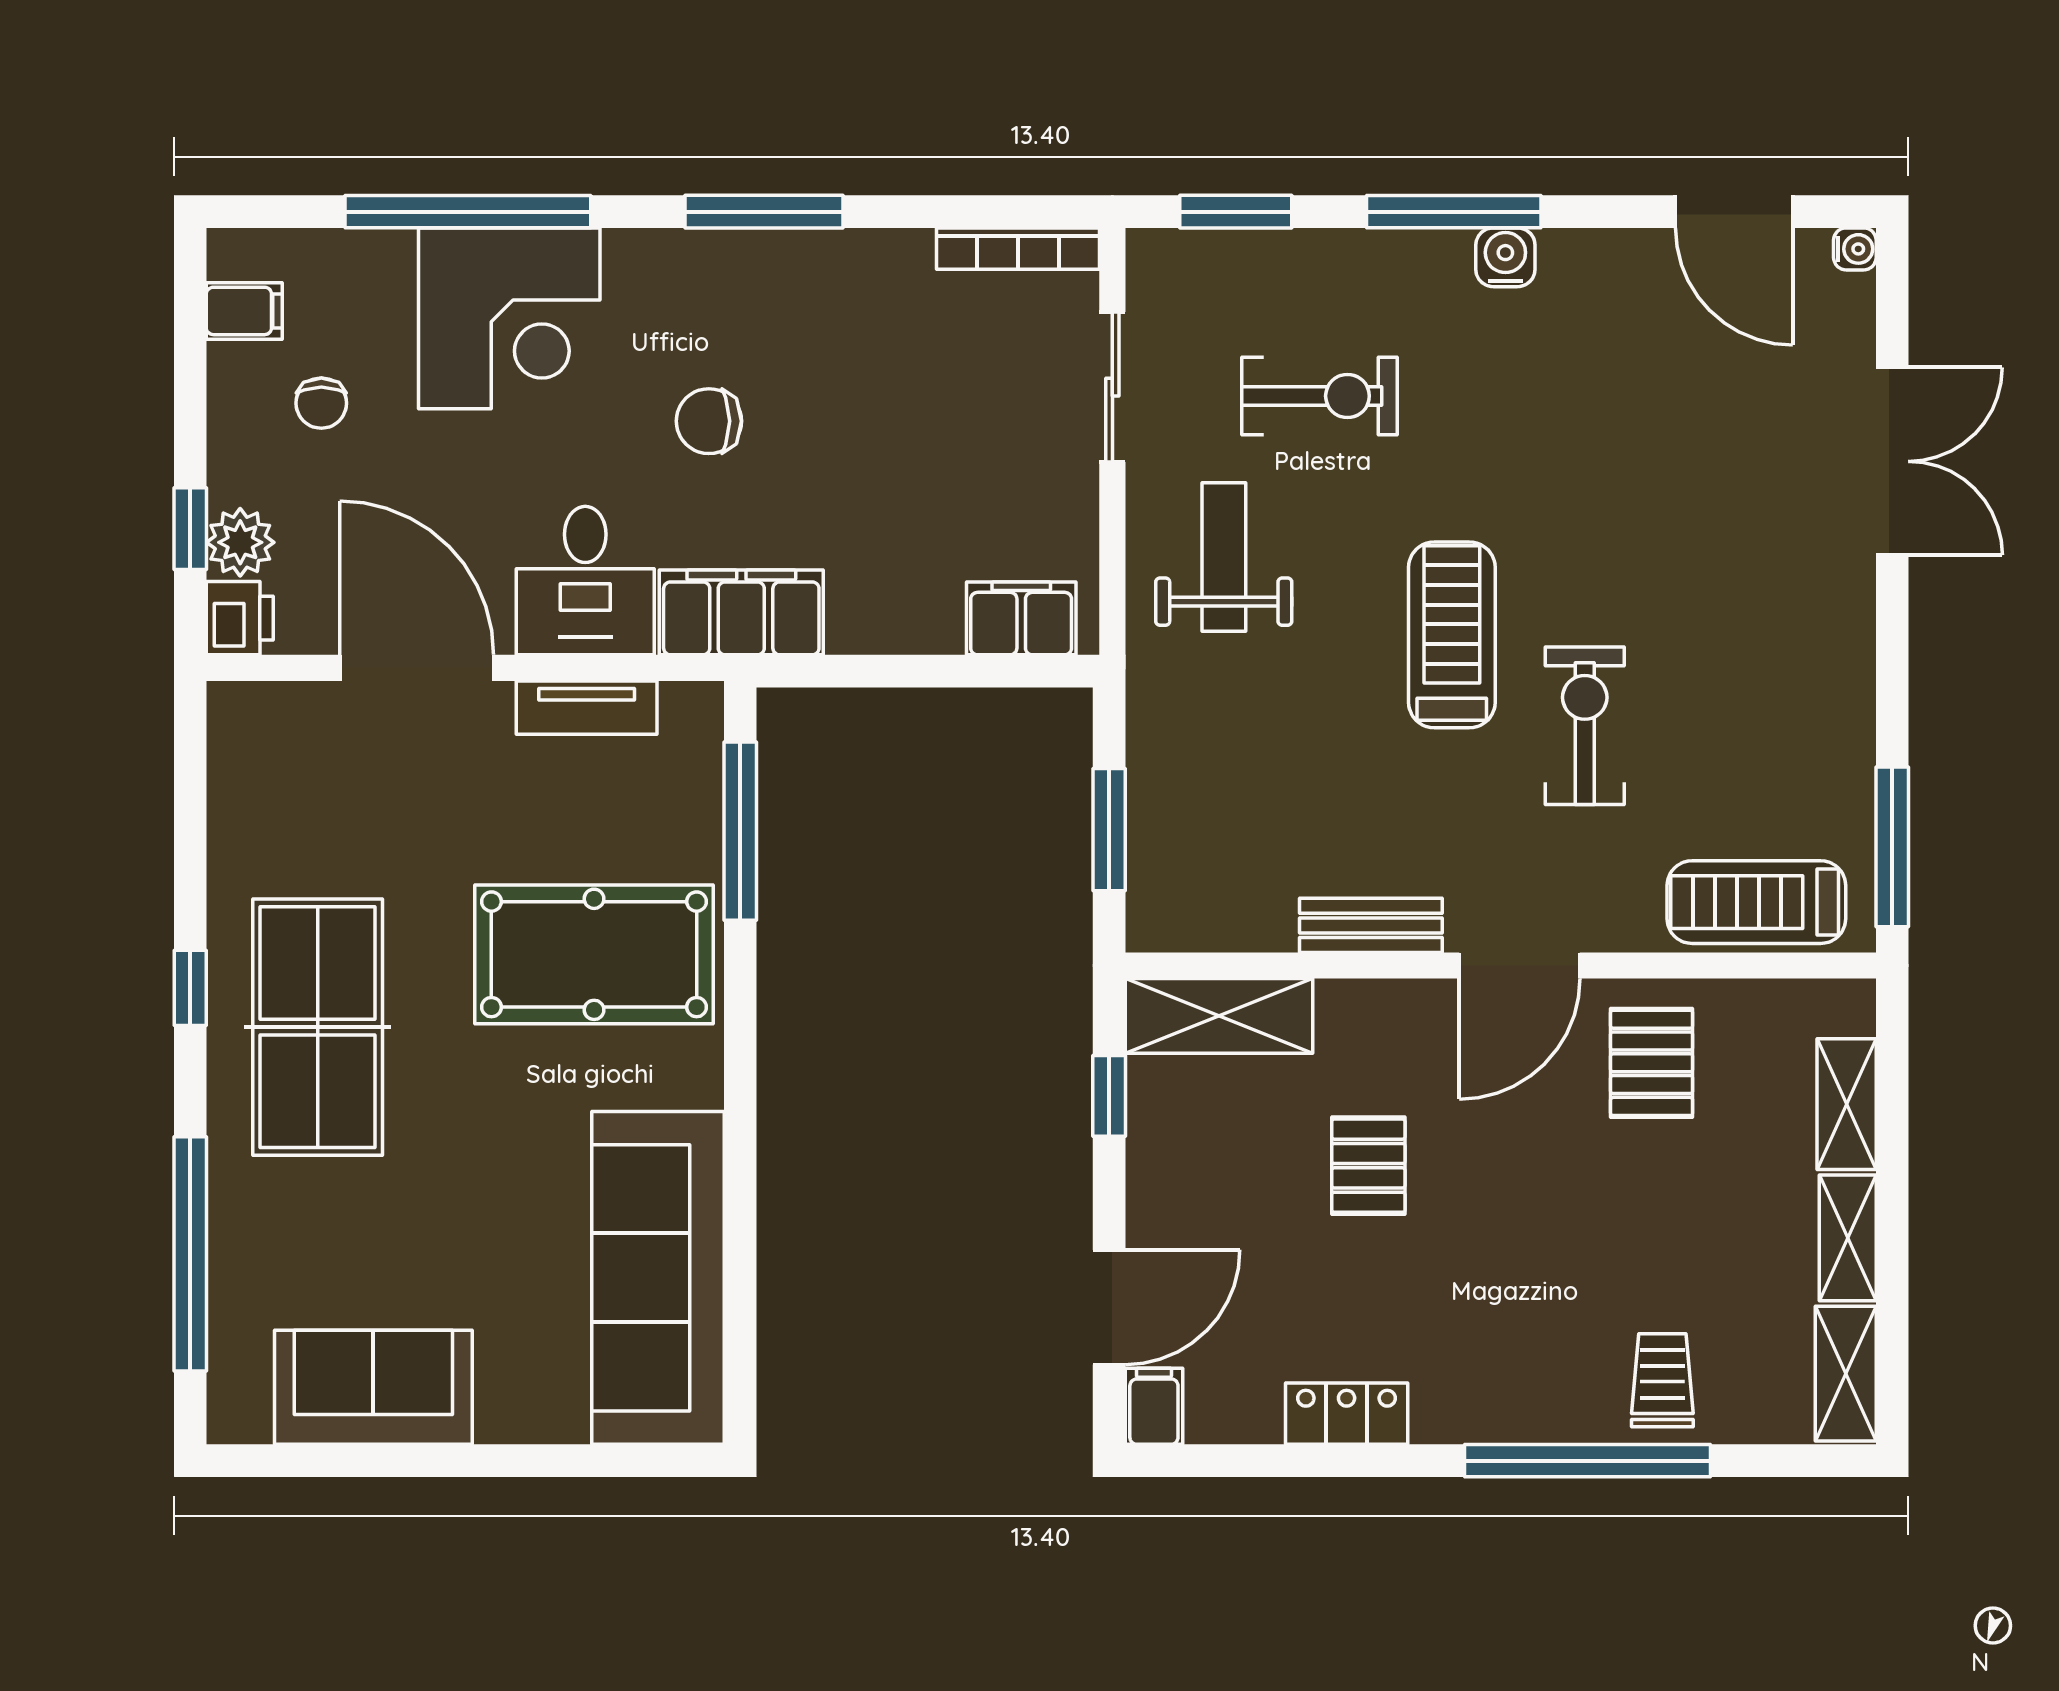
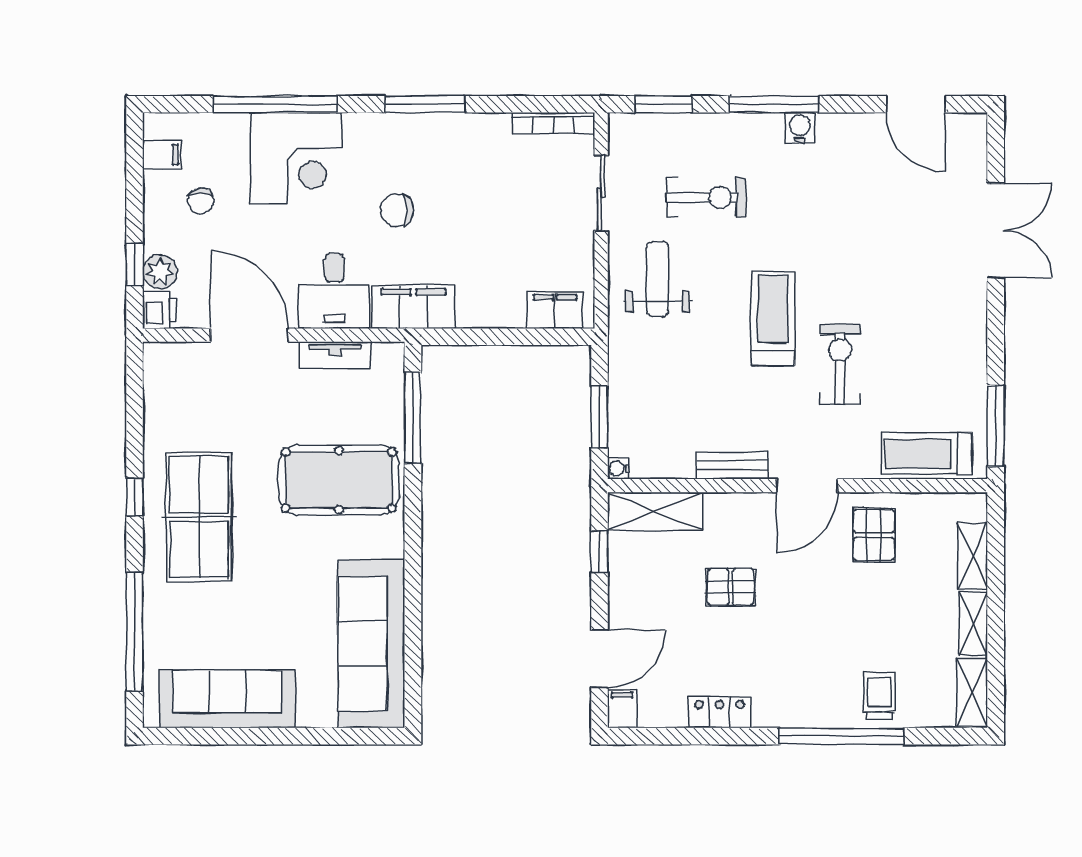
water cooler: (1855, 249) -> (618, 468), moved, turned 180
pallet: (1368, 1166) -> (731, 587), turned 90
sofa: (373, 1387) -> (227, 699), width x1.36

